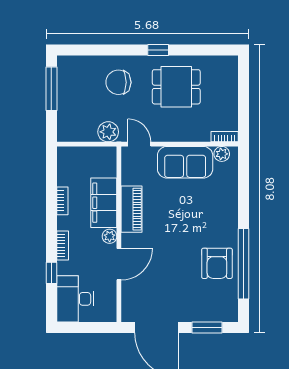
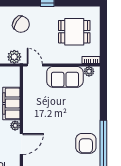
chair: (118, 82) -> (21, 24), turned -147
dining table: (176, 87) -> (74, 32), moved
piano: (131, 209) -> (30, 108), removed

